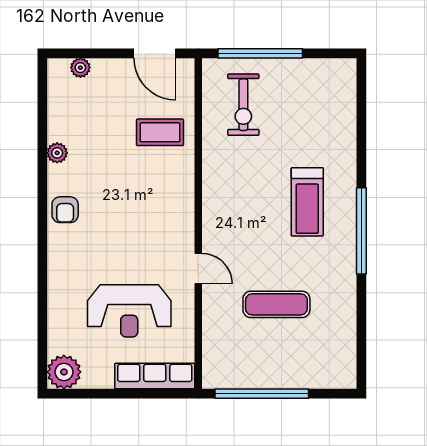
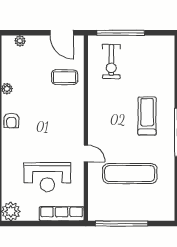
treadmill: (307, 202) -> (147, 116), turned 180
exercise mat: (276, 304) -> (130, 174), width x1.36, depth x1.45

